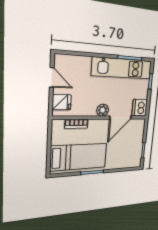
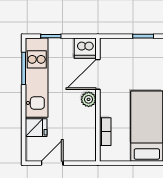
fridge: (62, 102) -> (36, 128), moved, turned 90
door: (120, 117) -> (98, 74), swing flipped

